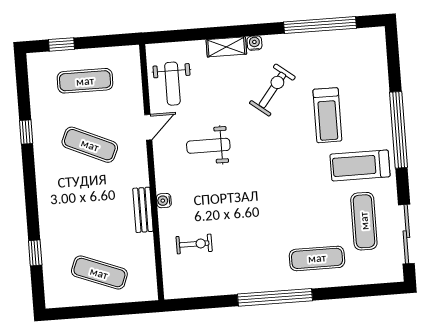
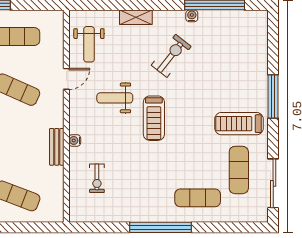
water cooler: (254, 43) -> (192, 16), moved
treadmill: (327, 115) -> (154, 118), moved
window: (399, 130) -> (273, 97), width x0.68
exercise bike: (194, 244) -> (97, 178), turned 90

